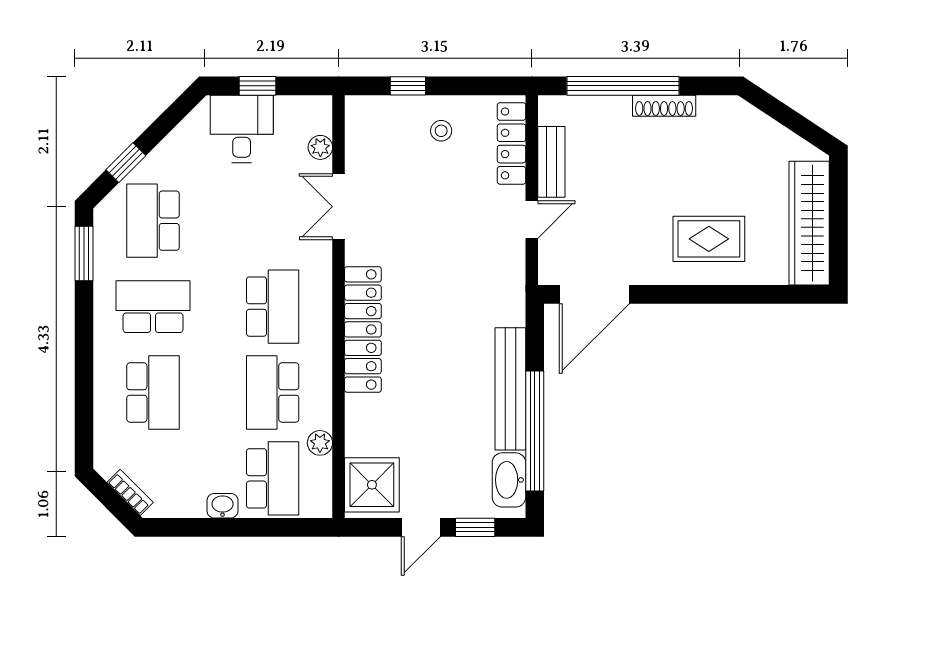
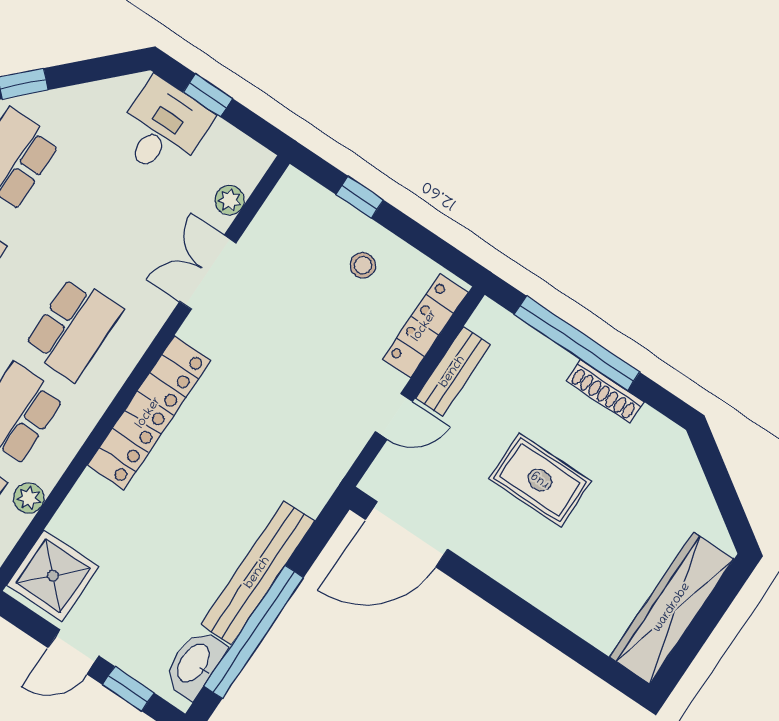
rug: (709, 239) -> (540, 480), moved

